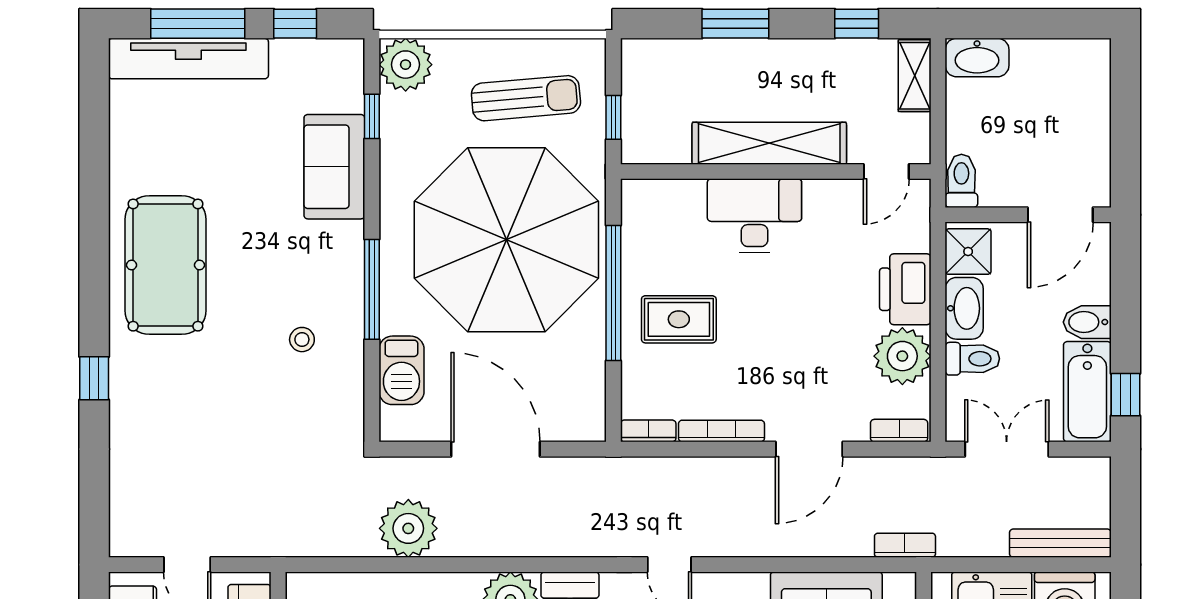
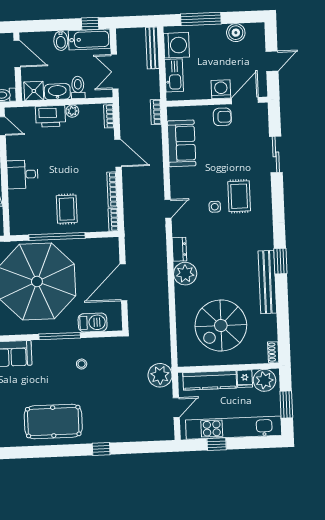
desk: (754, 216) -> (22, 174), width x0.73
plant: (902, 356) -> (72, 111), width x0.53, depth x0.53
plant: (408, 528) -> (160, 375), moved

